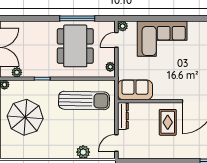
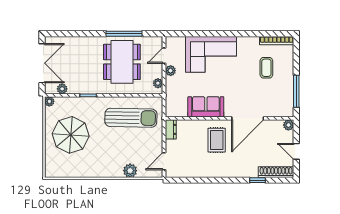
plant: (123, 26) -> (171, 71), moved
sofa: (135, 90) -> (206, 107), moved
dresser: (123, 116) -> (171, 129), width x0.70

